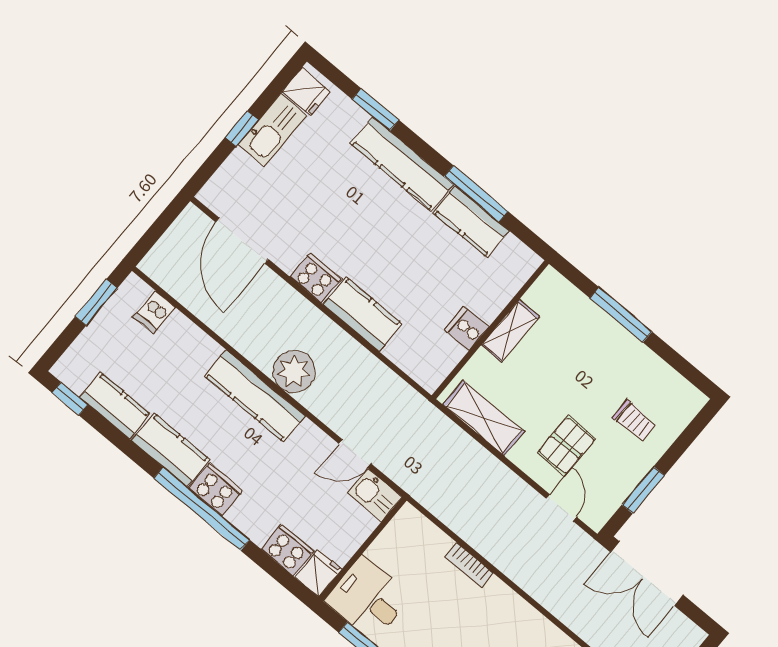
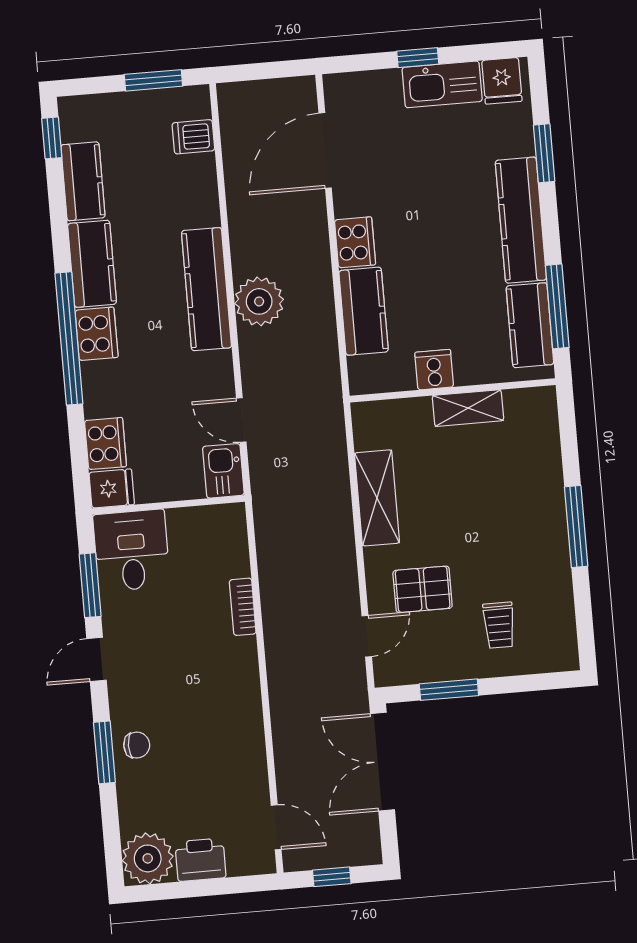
cooker: (467, 328) -> (434, 370), moved
wall: (490, 330) -> (453, 390), moved
shelving: (510, 331) -> (468, 408), moved

